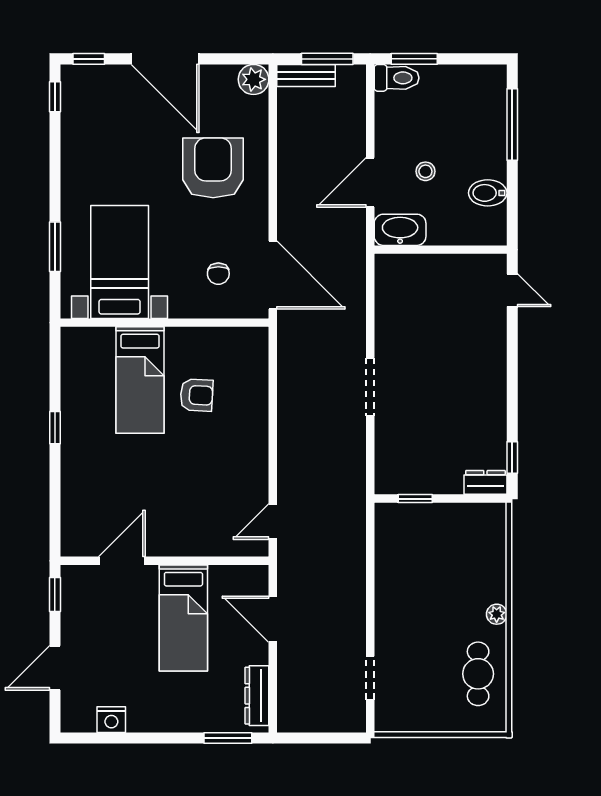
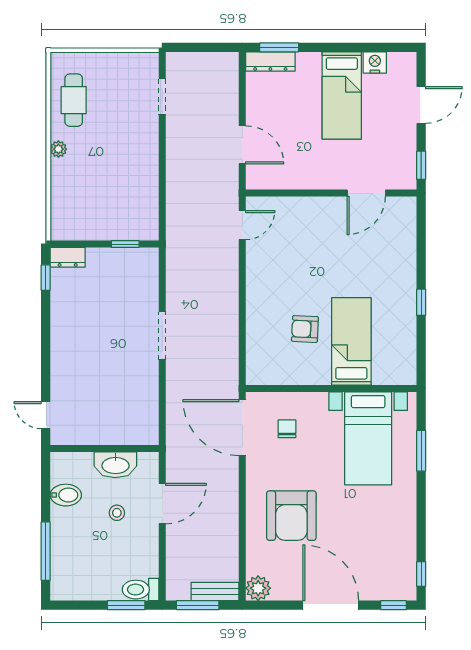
washbasin: (400, 230) -> (115, 465), moved
bed: (183, 618) -> (342, 96), moved, turned 180
dresser: (257, 696) -> (270, 62), moved, turned 90

